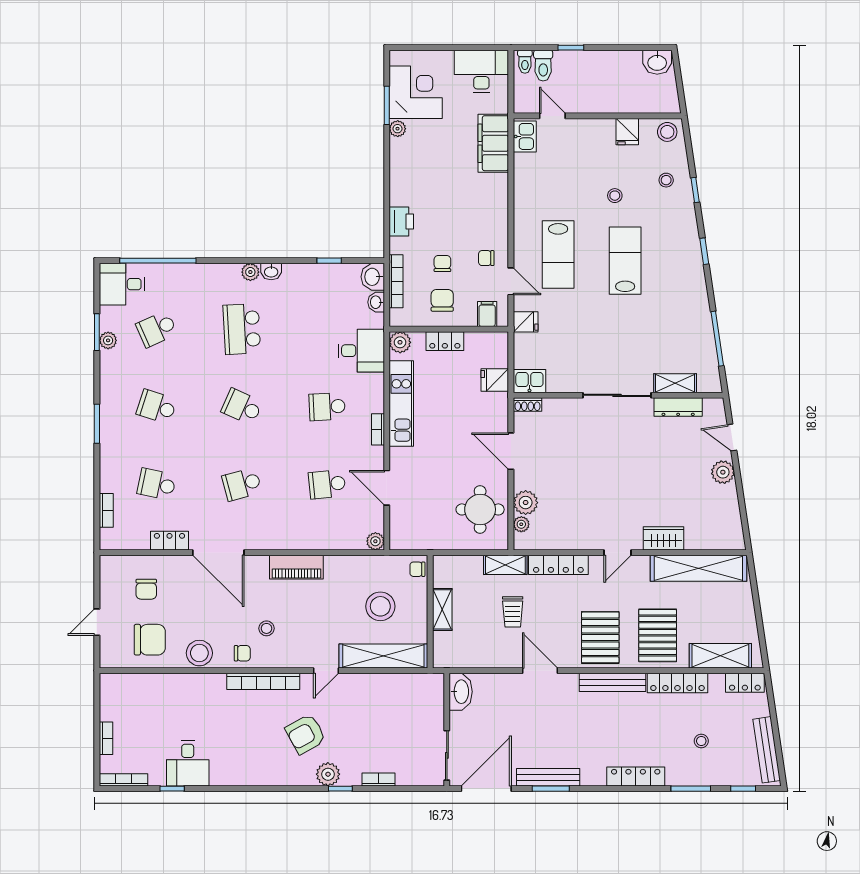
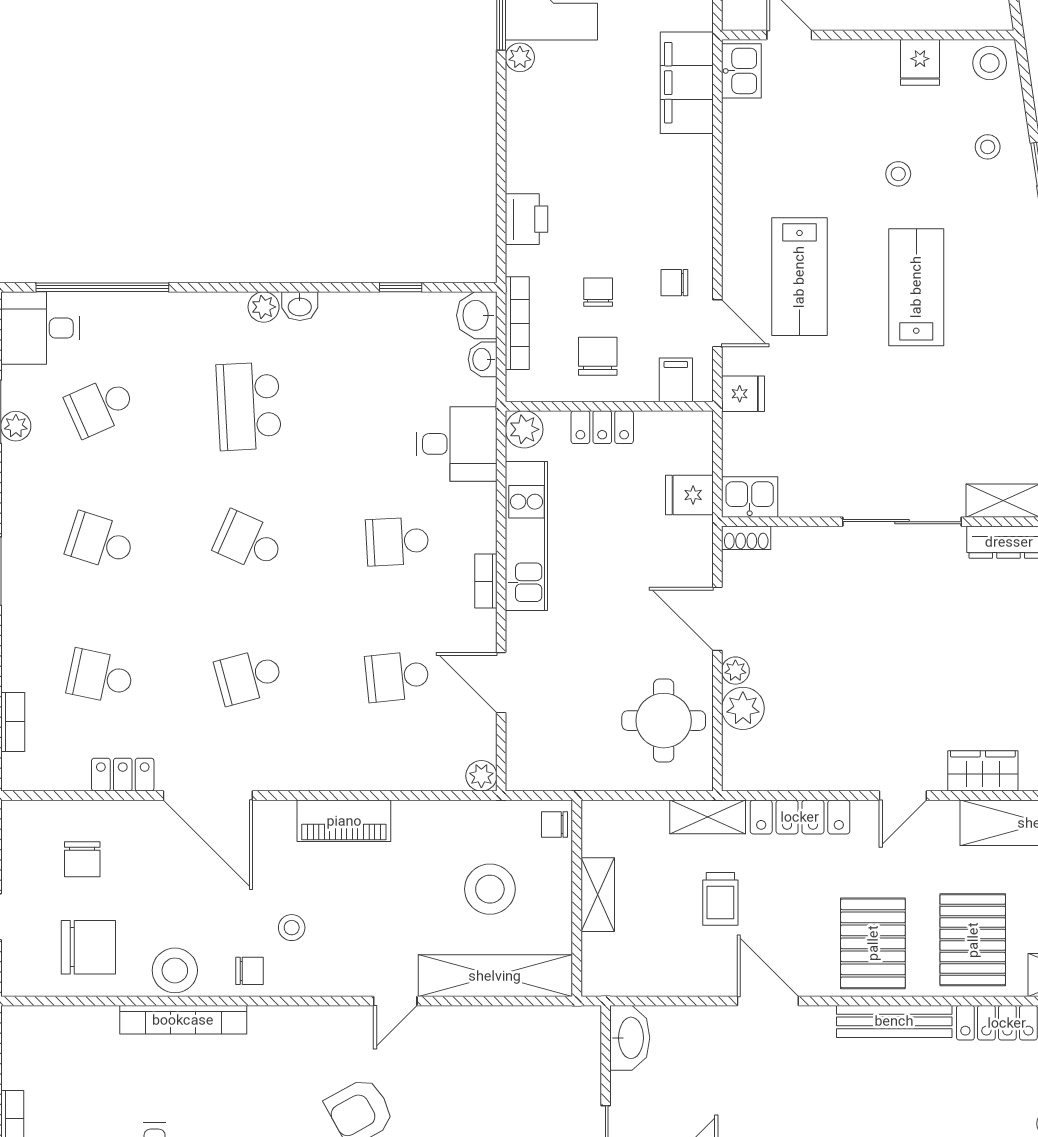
plant: (521, 524) -> (735, 671), moved
bookcase: (263, 681) -> (183, 1020), moved

